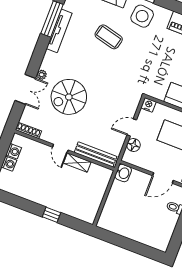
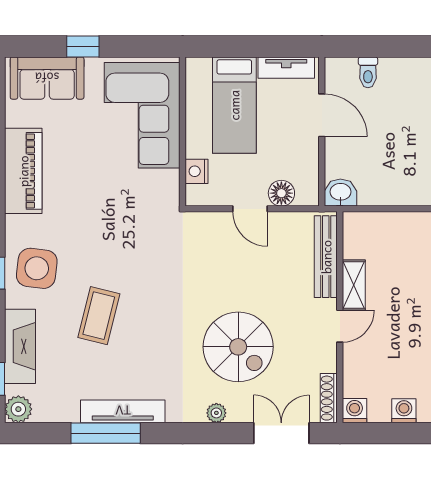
double door: (25, 89) -> (281, 433), moved
nightstand: (148, 105) -> (196, 171), moved
washing machine: (14, 151) -> (355, 411), moved

